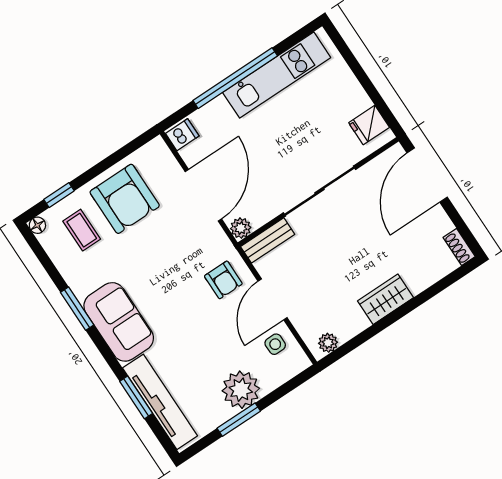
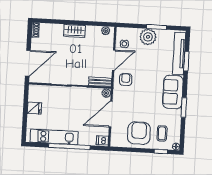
fridge: (369, 125) -> (34, 108), moved

